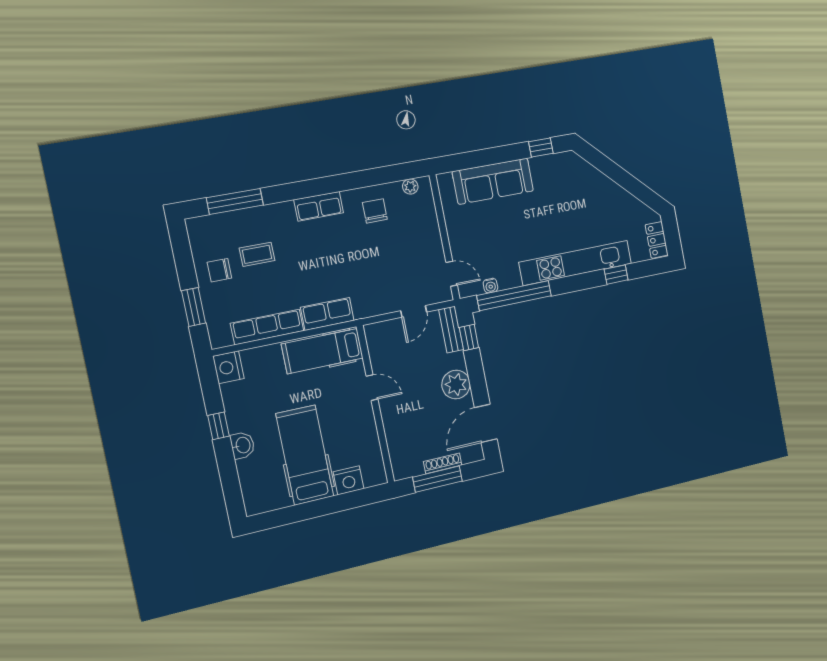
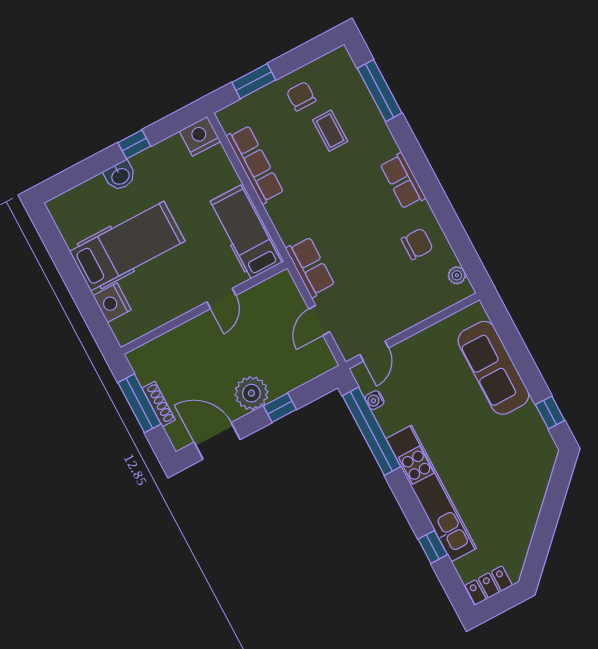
door: (414, 311) -> (319, 320), hinge flipped
row of seats: (327, 314) -> (310, 267), moved
bench: (451, 329) -> (312, 369), removed
window: (469, 337) -> (280, 408), moved

